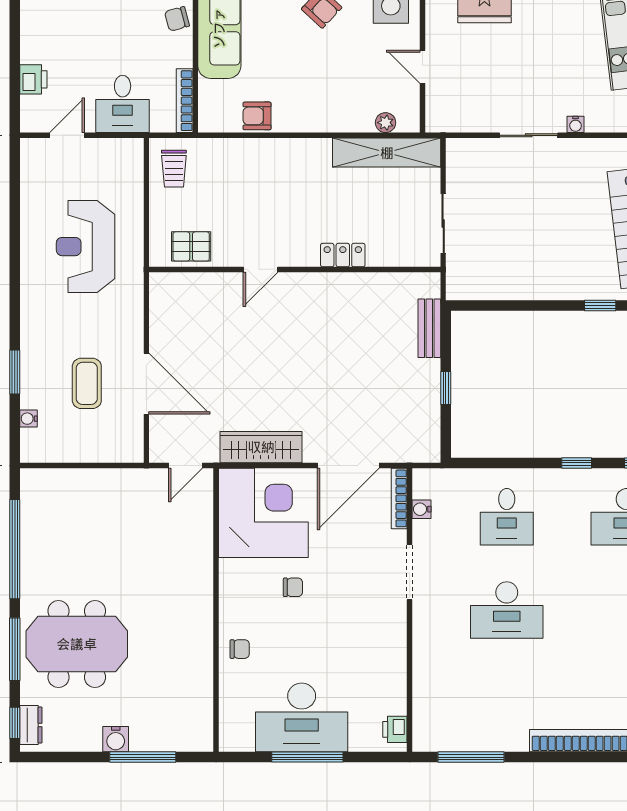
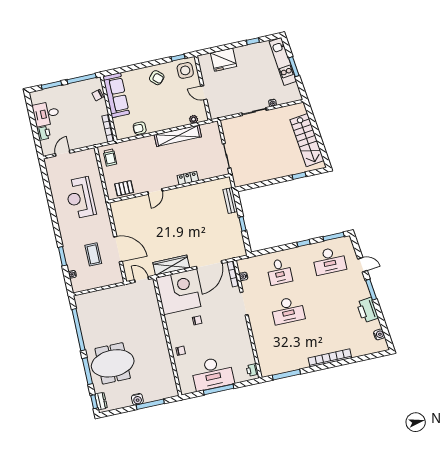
desk: (123, 104) -> (46, 114), moved, turned 90
shelving: (387, 153) -> (178, 136), moved
door: (185, 466) -> (142, 280), swing flipped

